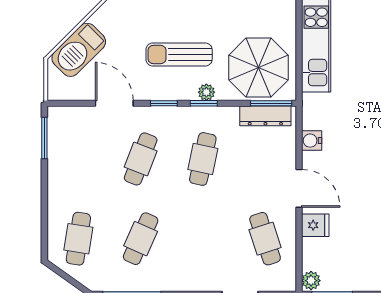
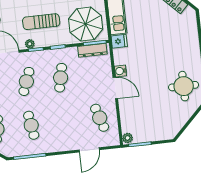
plant: (206, 92) -> (30, 44), moved
water cooler: (312, 141) -> (120, 71), moved
fridge: (315, 225) -> (119, 41), moved
cafe table: (141, 239) -> (31, 125), turned -33

